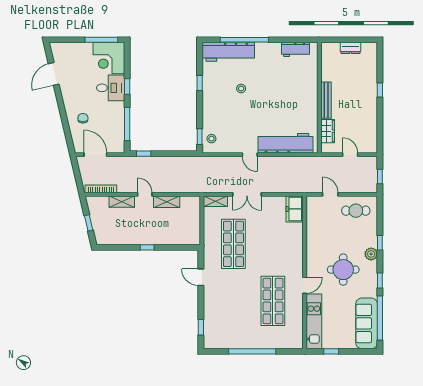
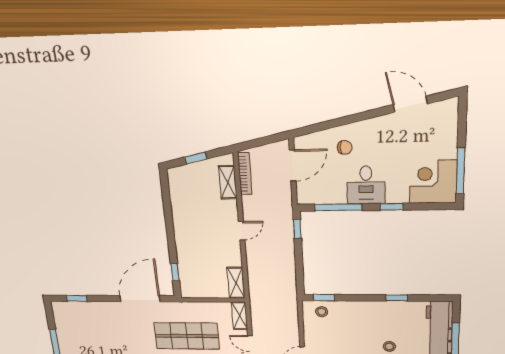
desk: (111, 88) -> (366, 185), moved
shelving: (122, 202) -> (228, 182), moved
shelving: (167, 202) -> (236, 283), moved
window: (147, 247) -> (175, 272), moved
door: (201, 277) -> (140, 299), width x1.88

